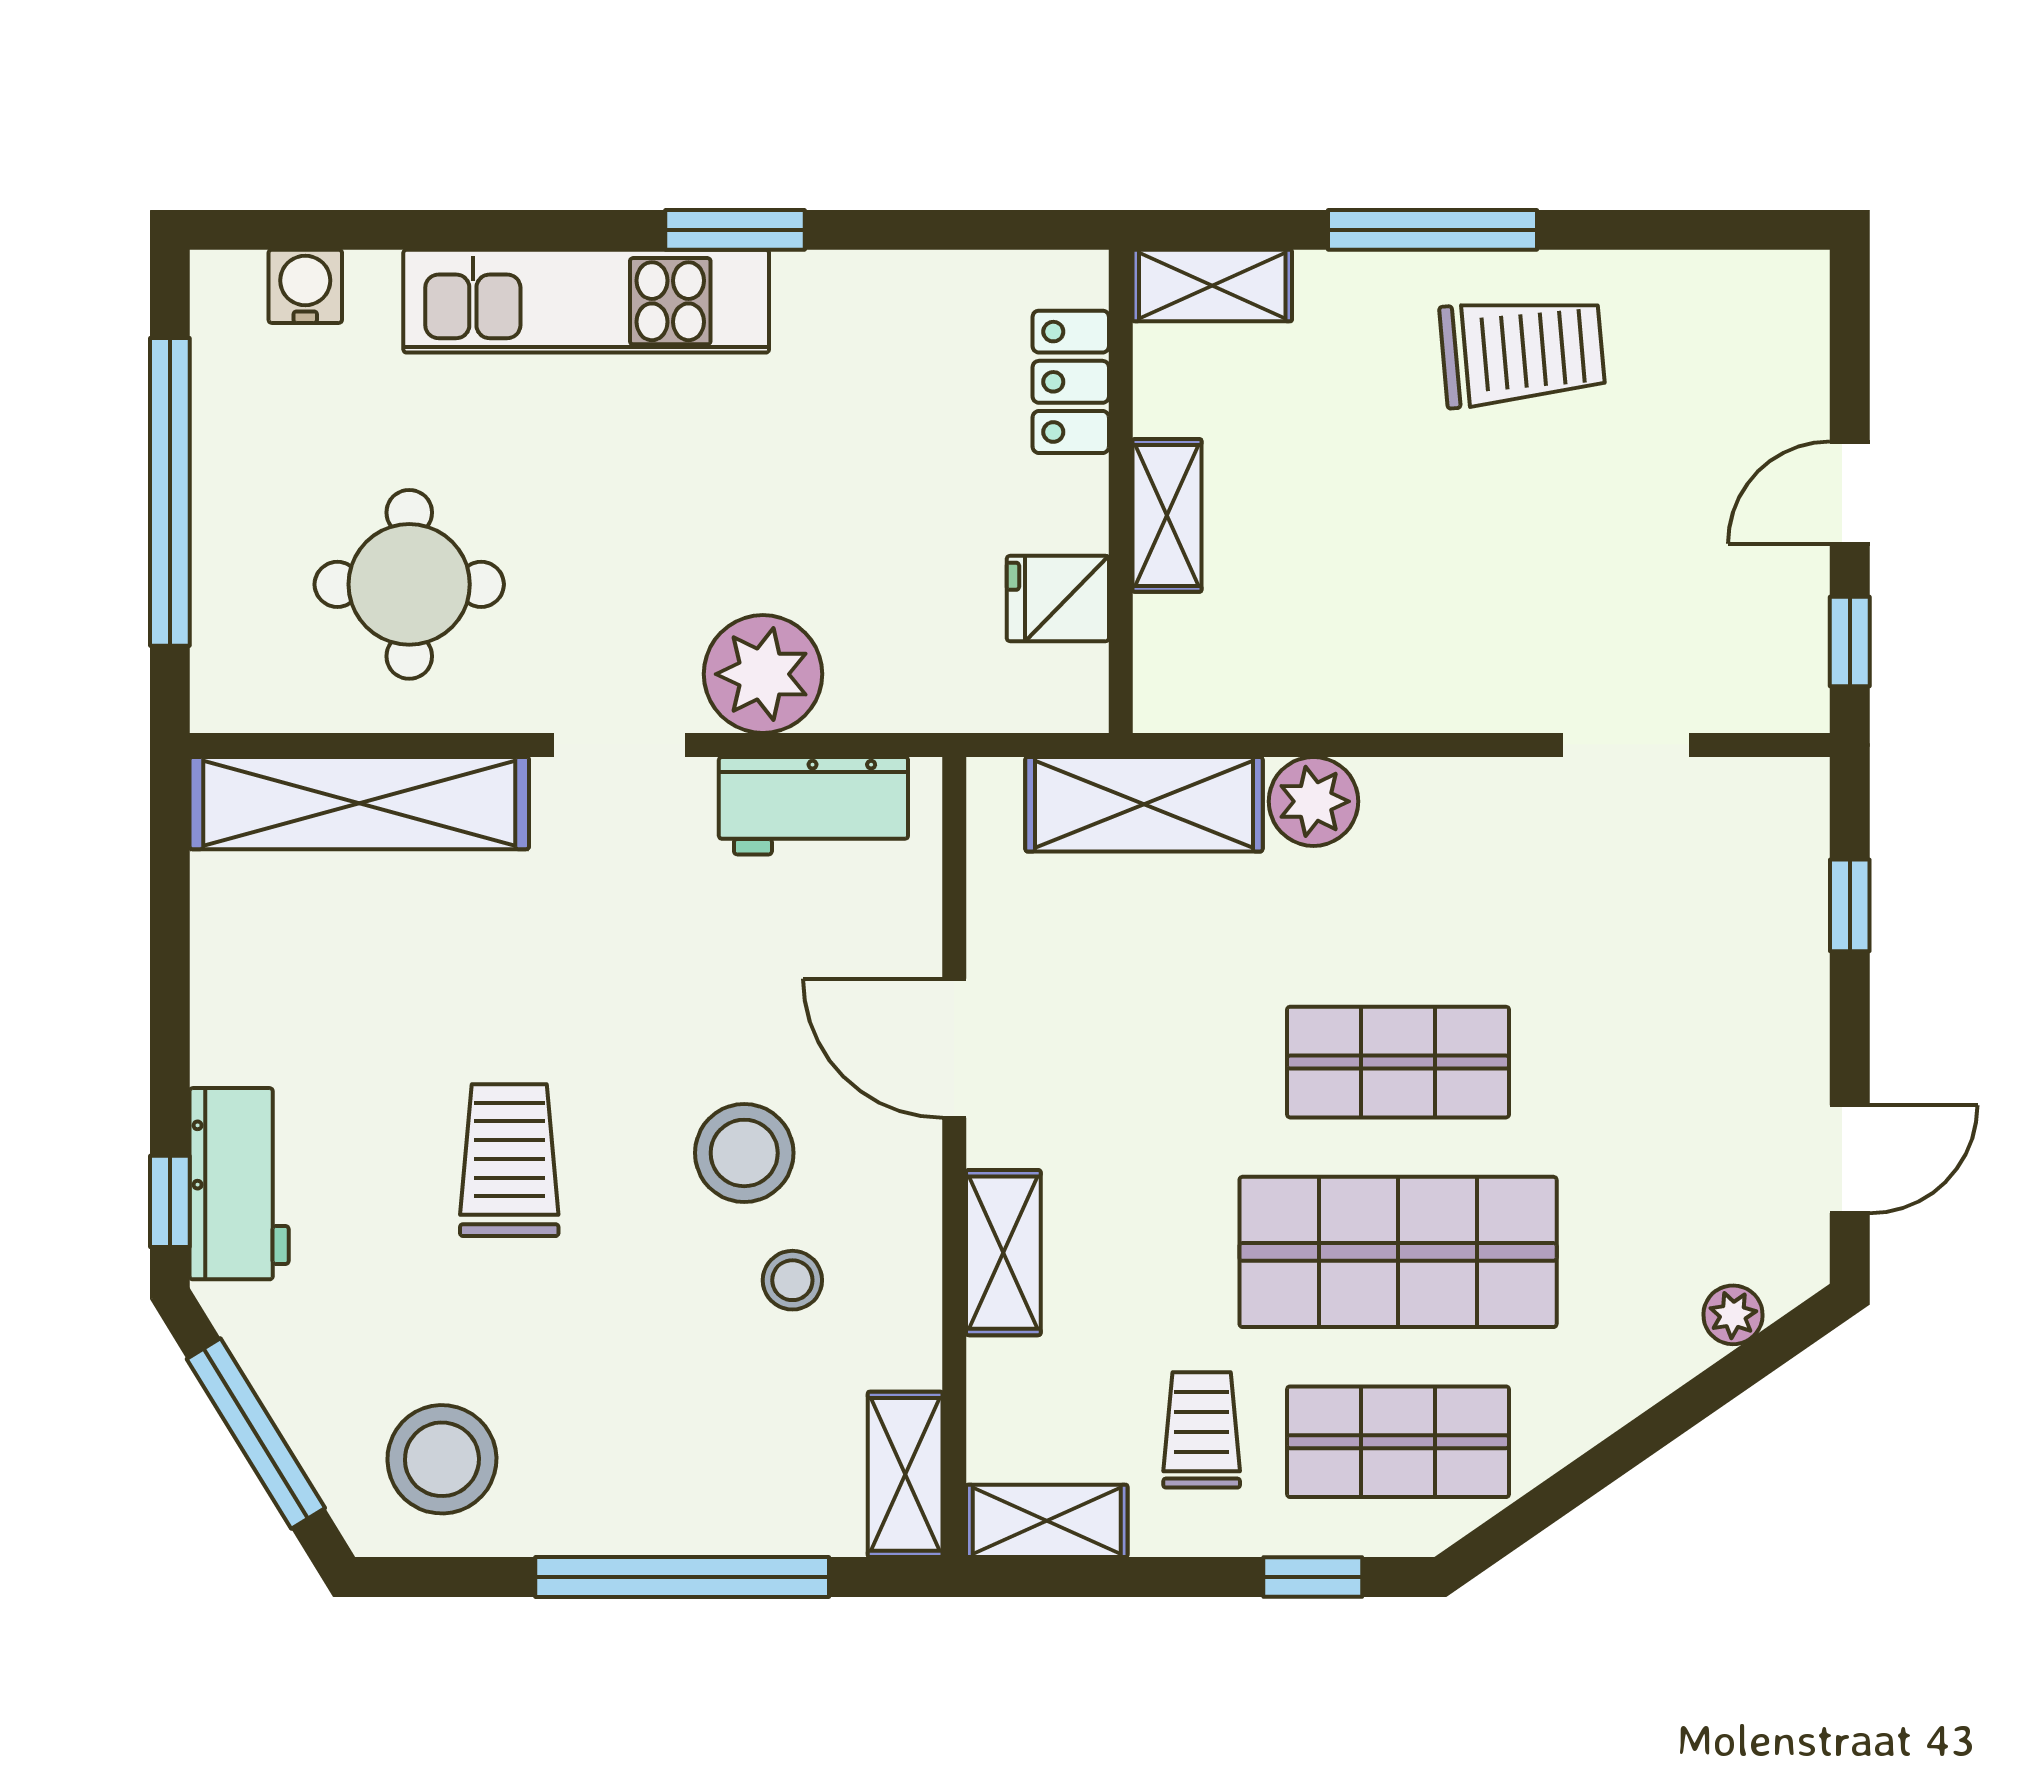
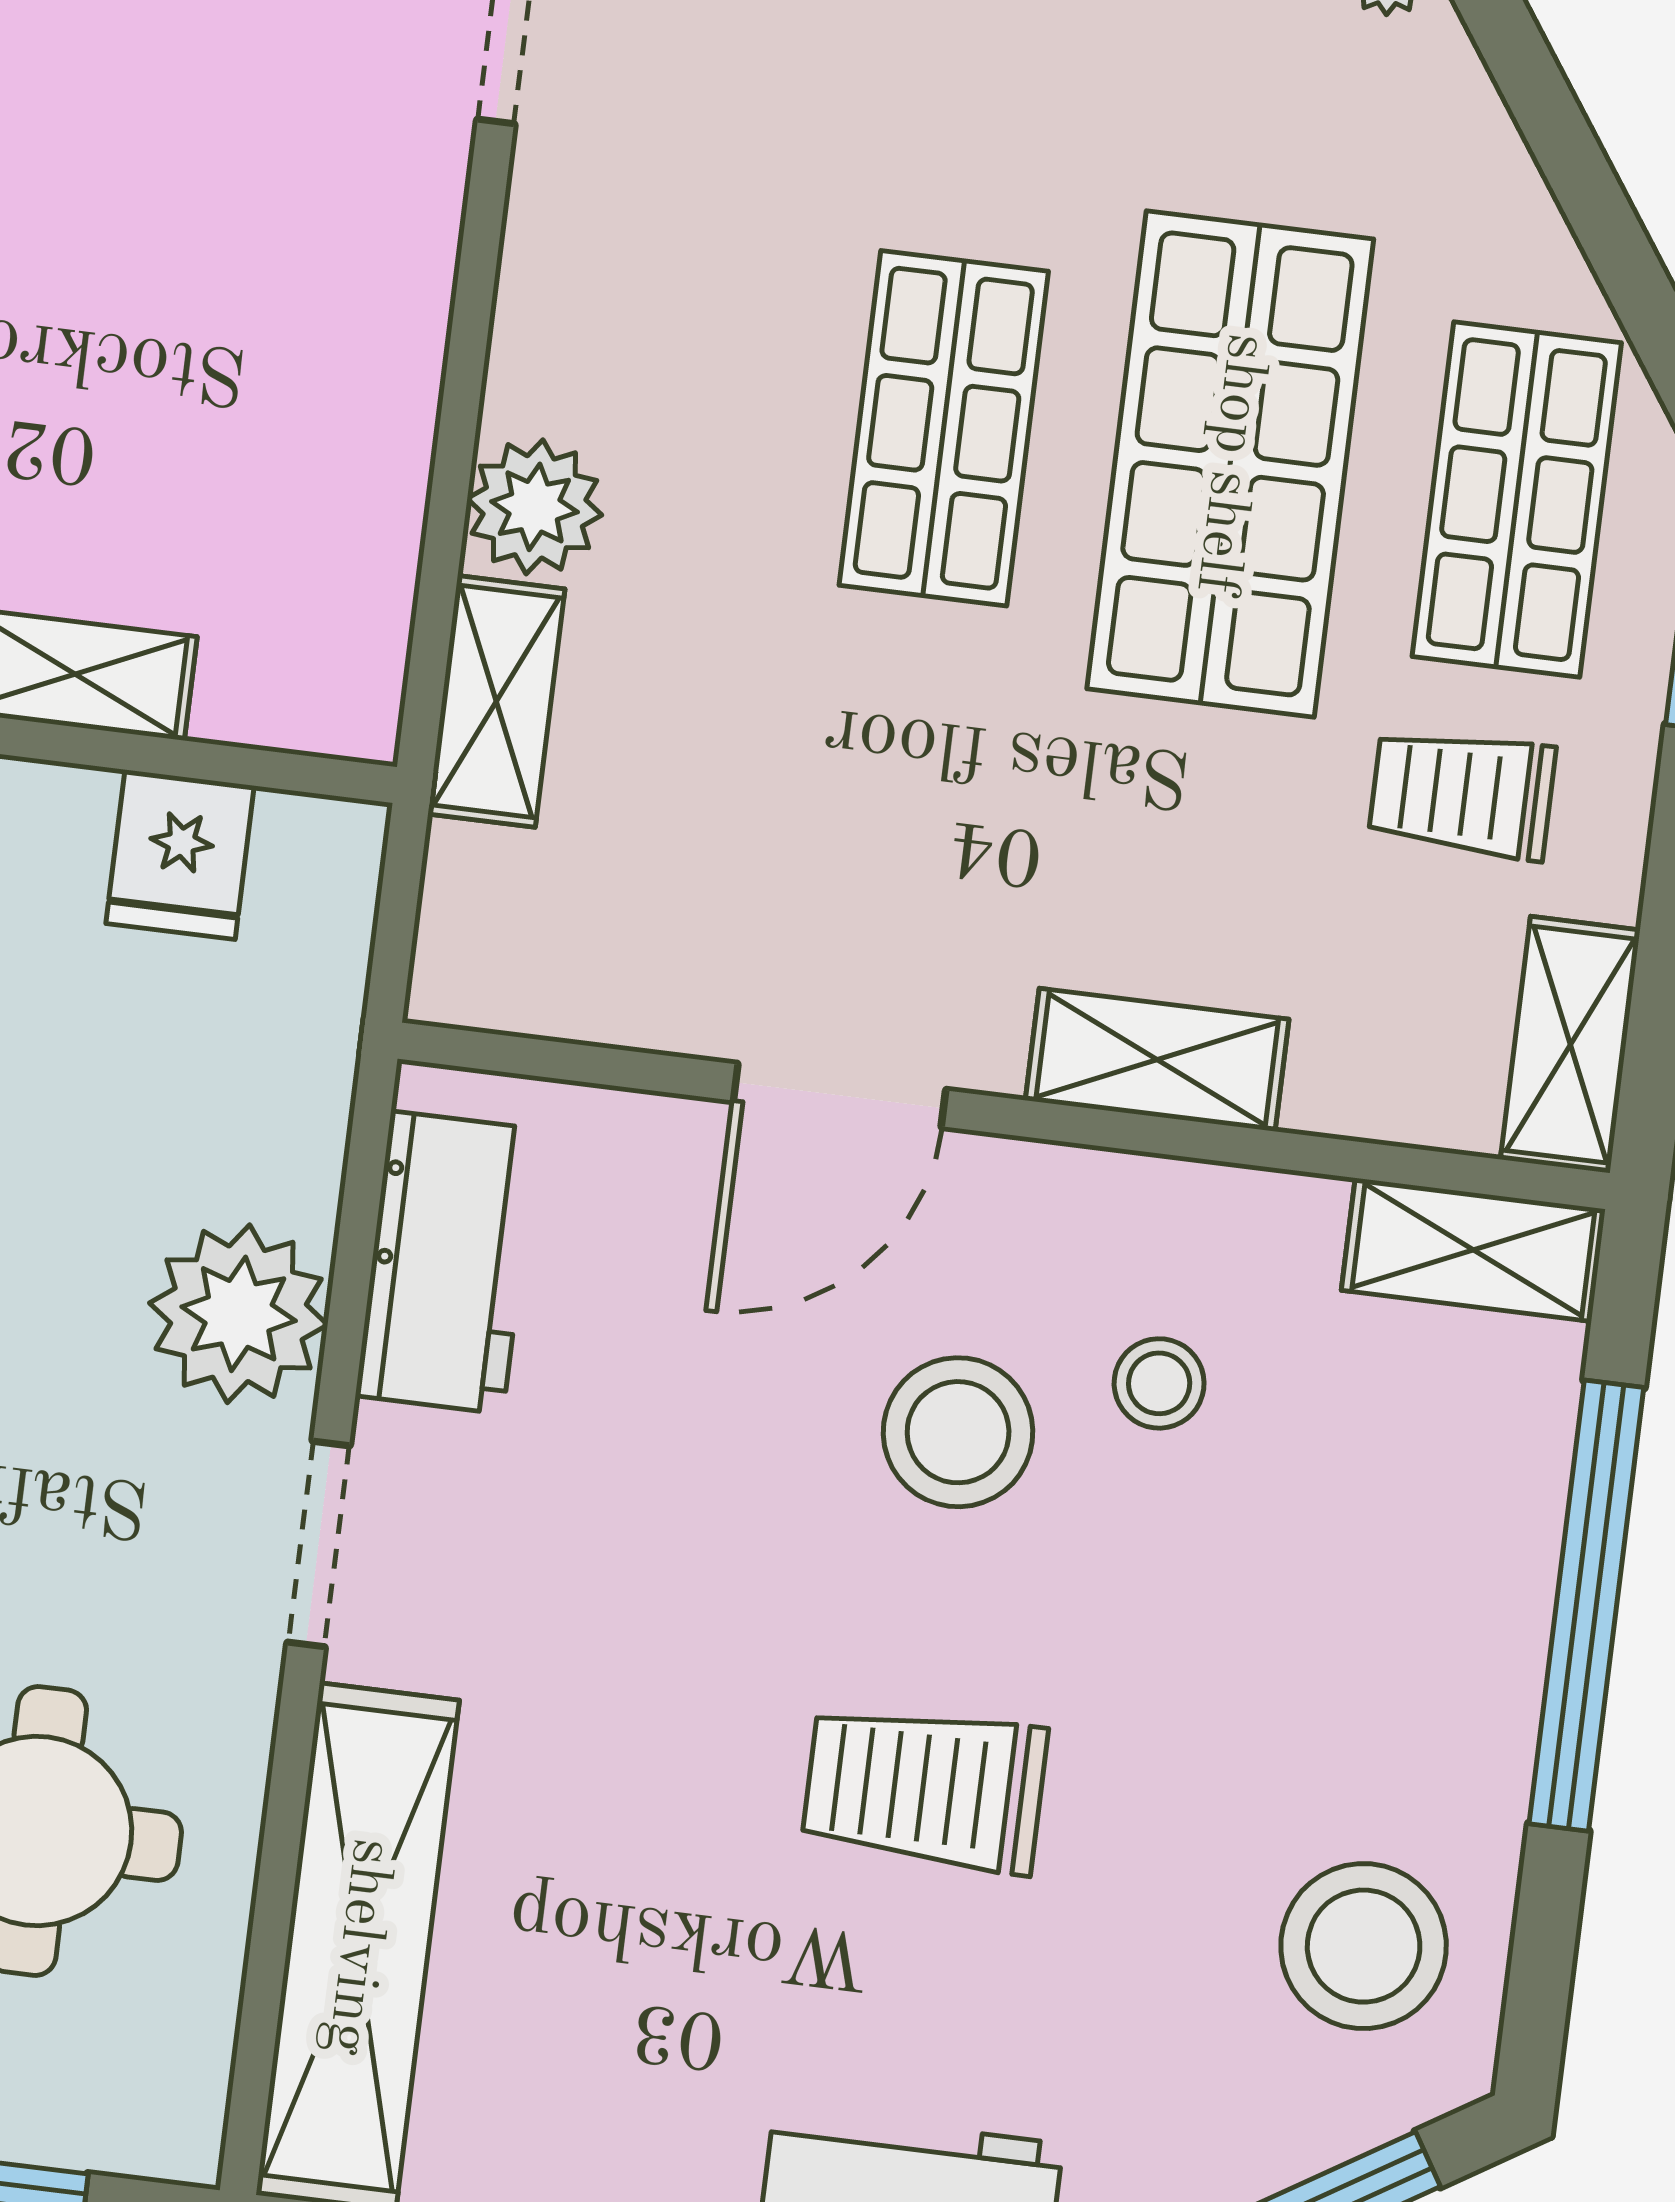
shelving: (1144, 804) -> (496, 701), width x0.67, depth x0.75

